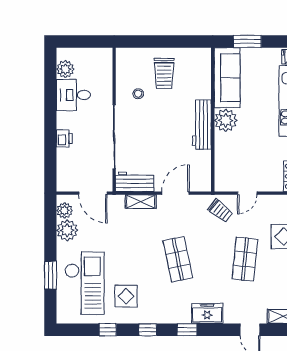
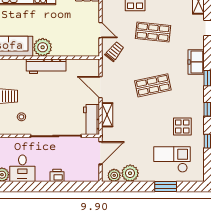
checkout: (84, 283) -> (172, 159), width x0.73, depth x0.83

